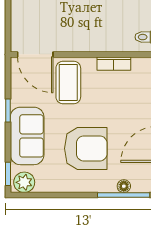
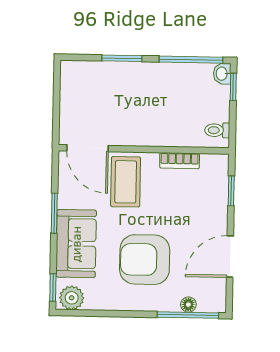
window: (8, 110) -> (54, 213), width x1.50
armchair: (86, 148) -> (145, 260), turned 180

